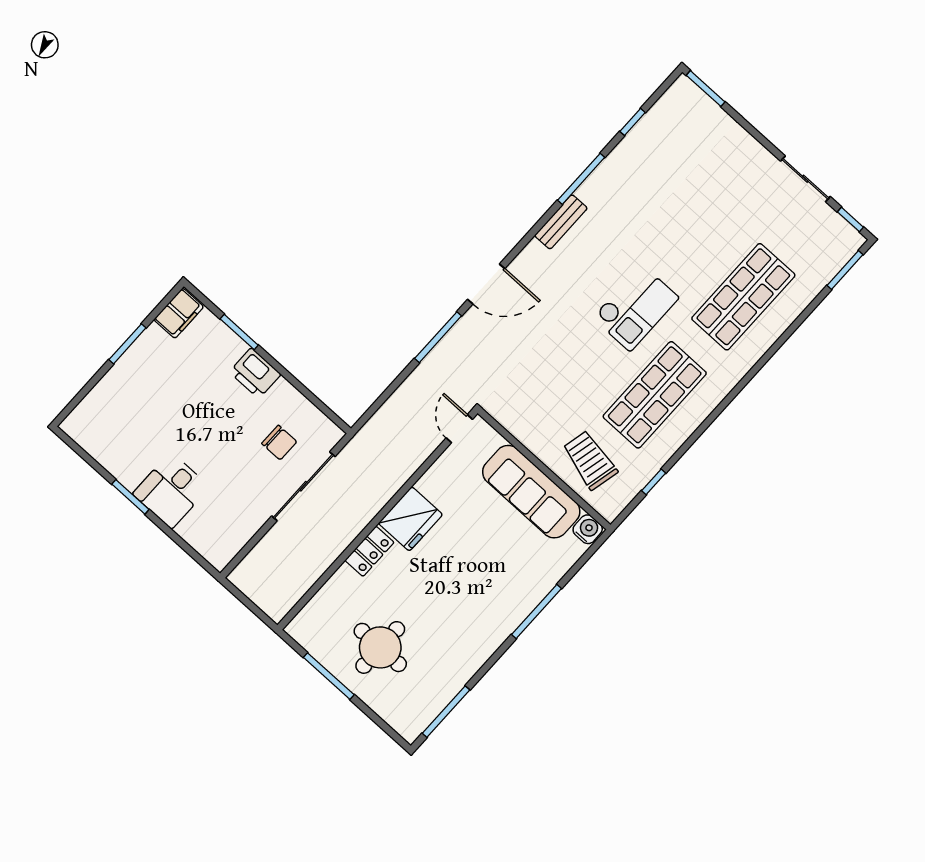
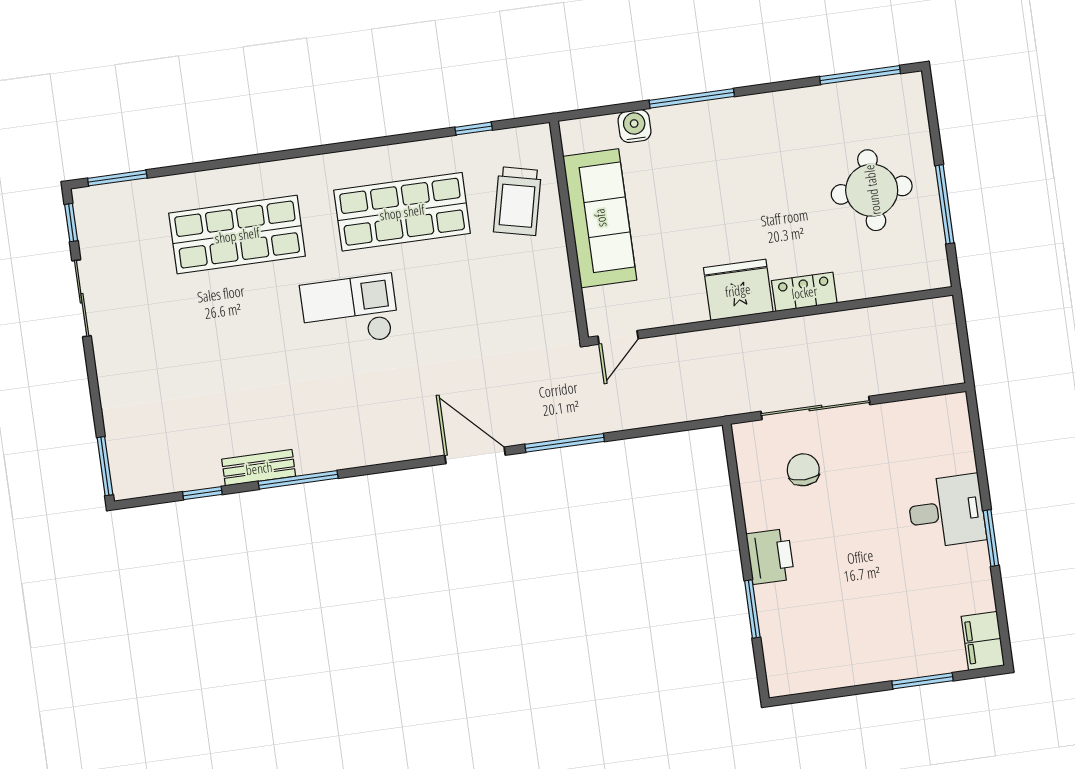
bench: (561, 222) -> (259, 468), moved
filing cabinet: (179, 313) -> (983, 641), moved, turned -90
window: (127, 344) -> (922, 681), moved
water cooler: (588, 529) -> (634, 126), moved, turned 90

